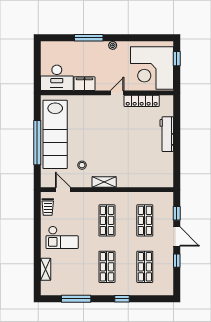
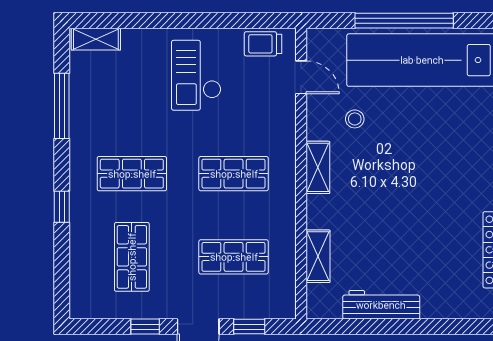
workbench: (167, 134) -> (381, 305), moved
shelving: (145, 182) -> (318, 256), added
door: (63, 190) -> (301, 77), hinge flipped
shop shelf: (145, 267) -> (132, 257), turned 90
shelving: (46, 269) -> (96, 39), moved

